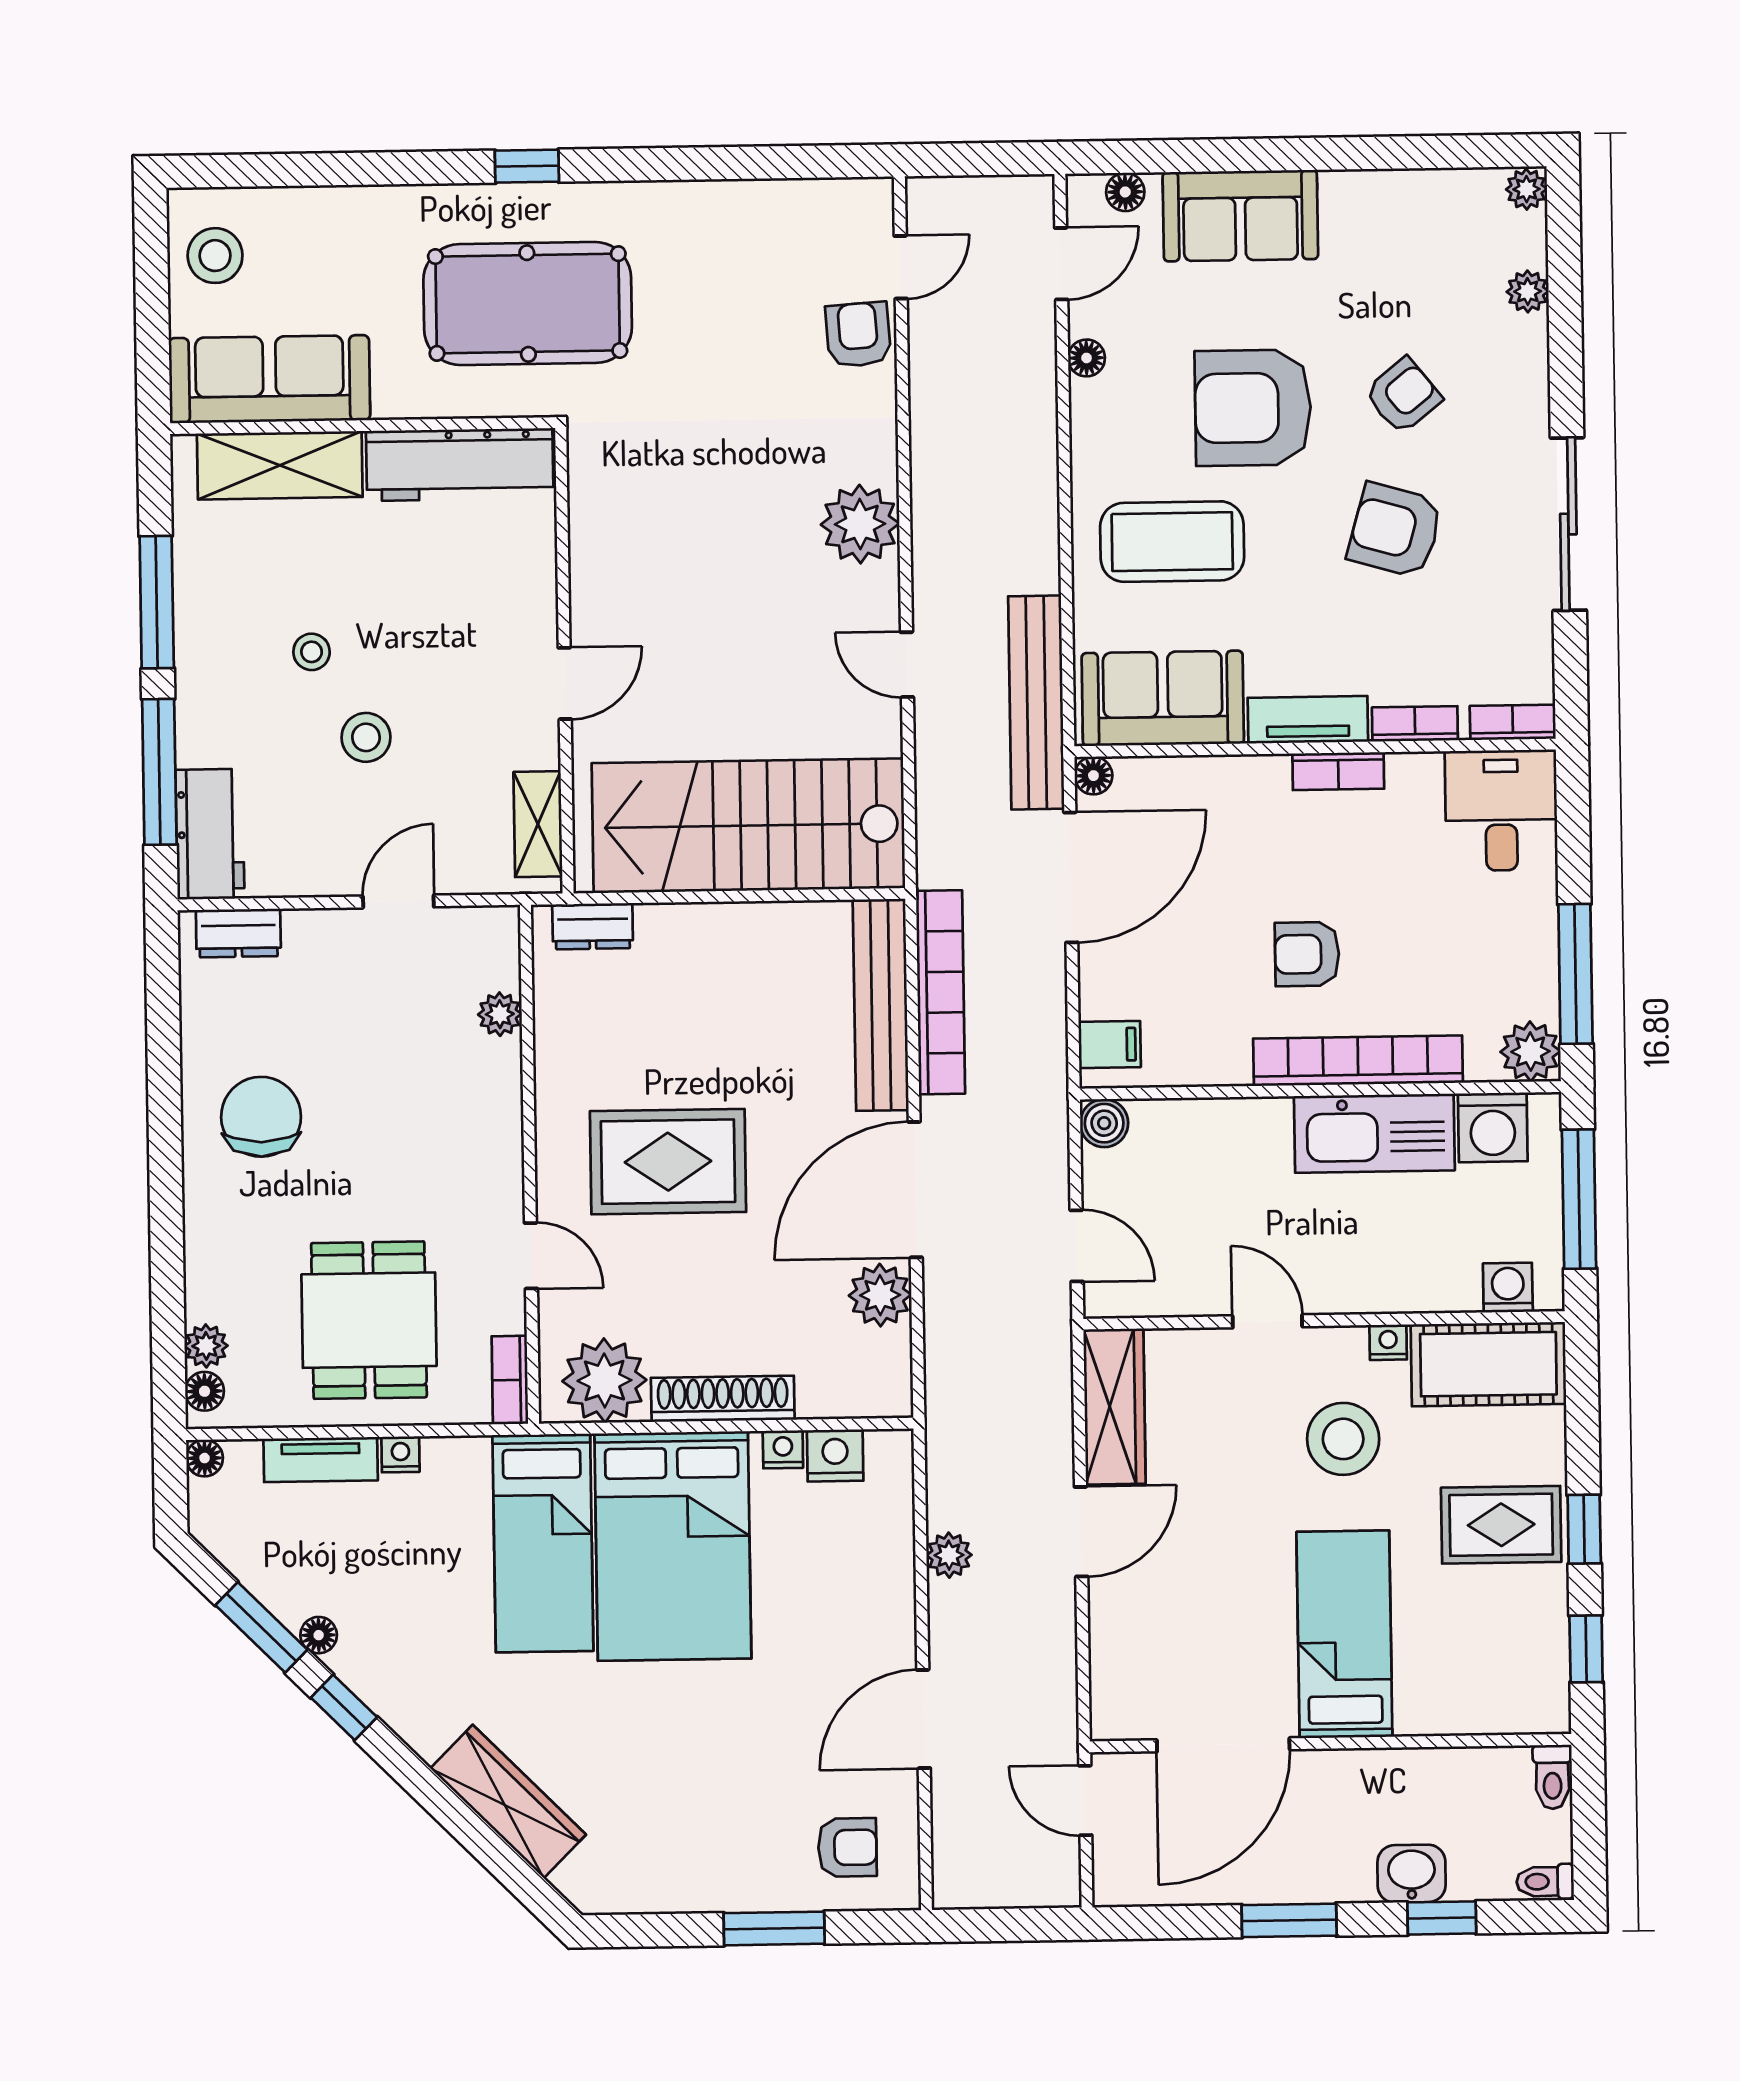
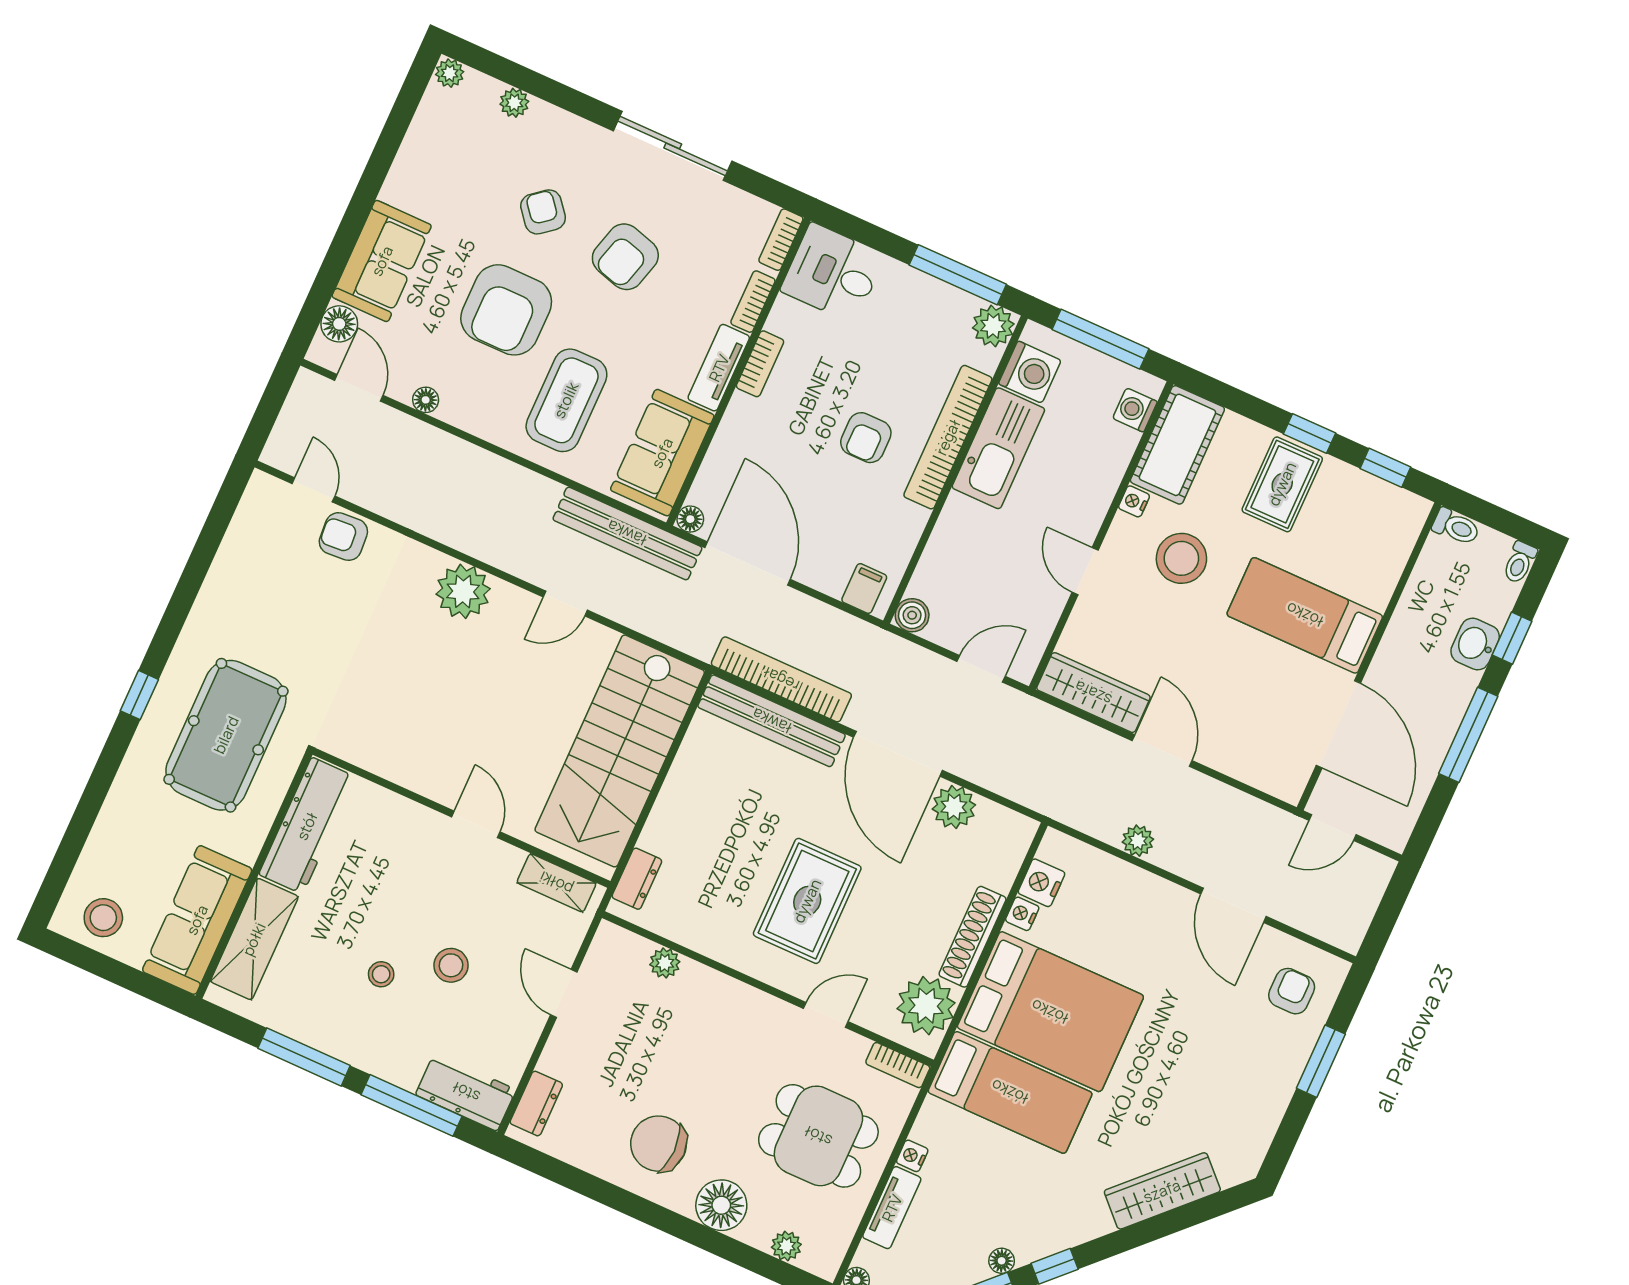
floor lamp: (1125, 192) -> (339, 324), width x1.37, depth x1.37
door: (1267, 1321) -> (1085, 571), hinge flipped
floor lamp: (205, 1391) -> (721, 1205), moved, width x1.89, depth x1.89
window: (1289, 1920) -> (1468, 735), width x1.44

